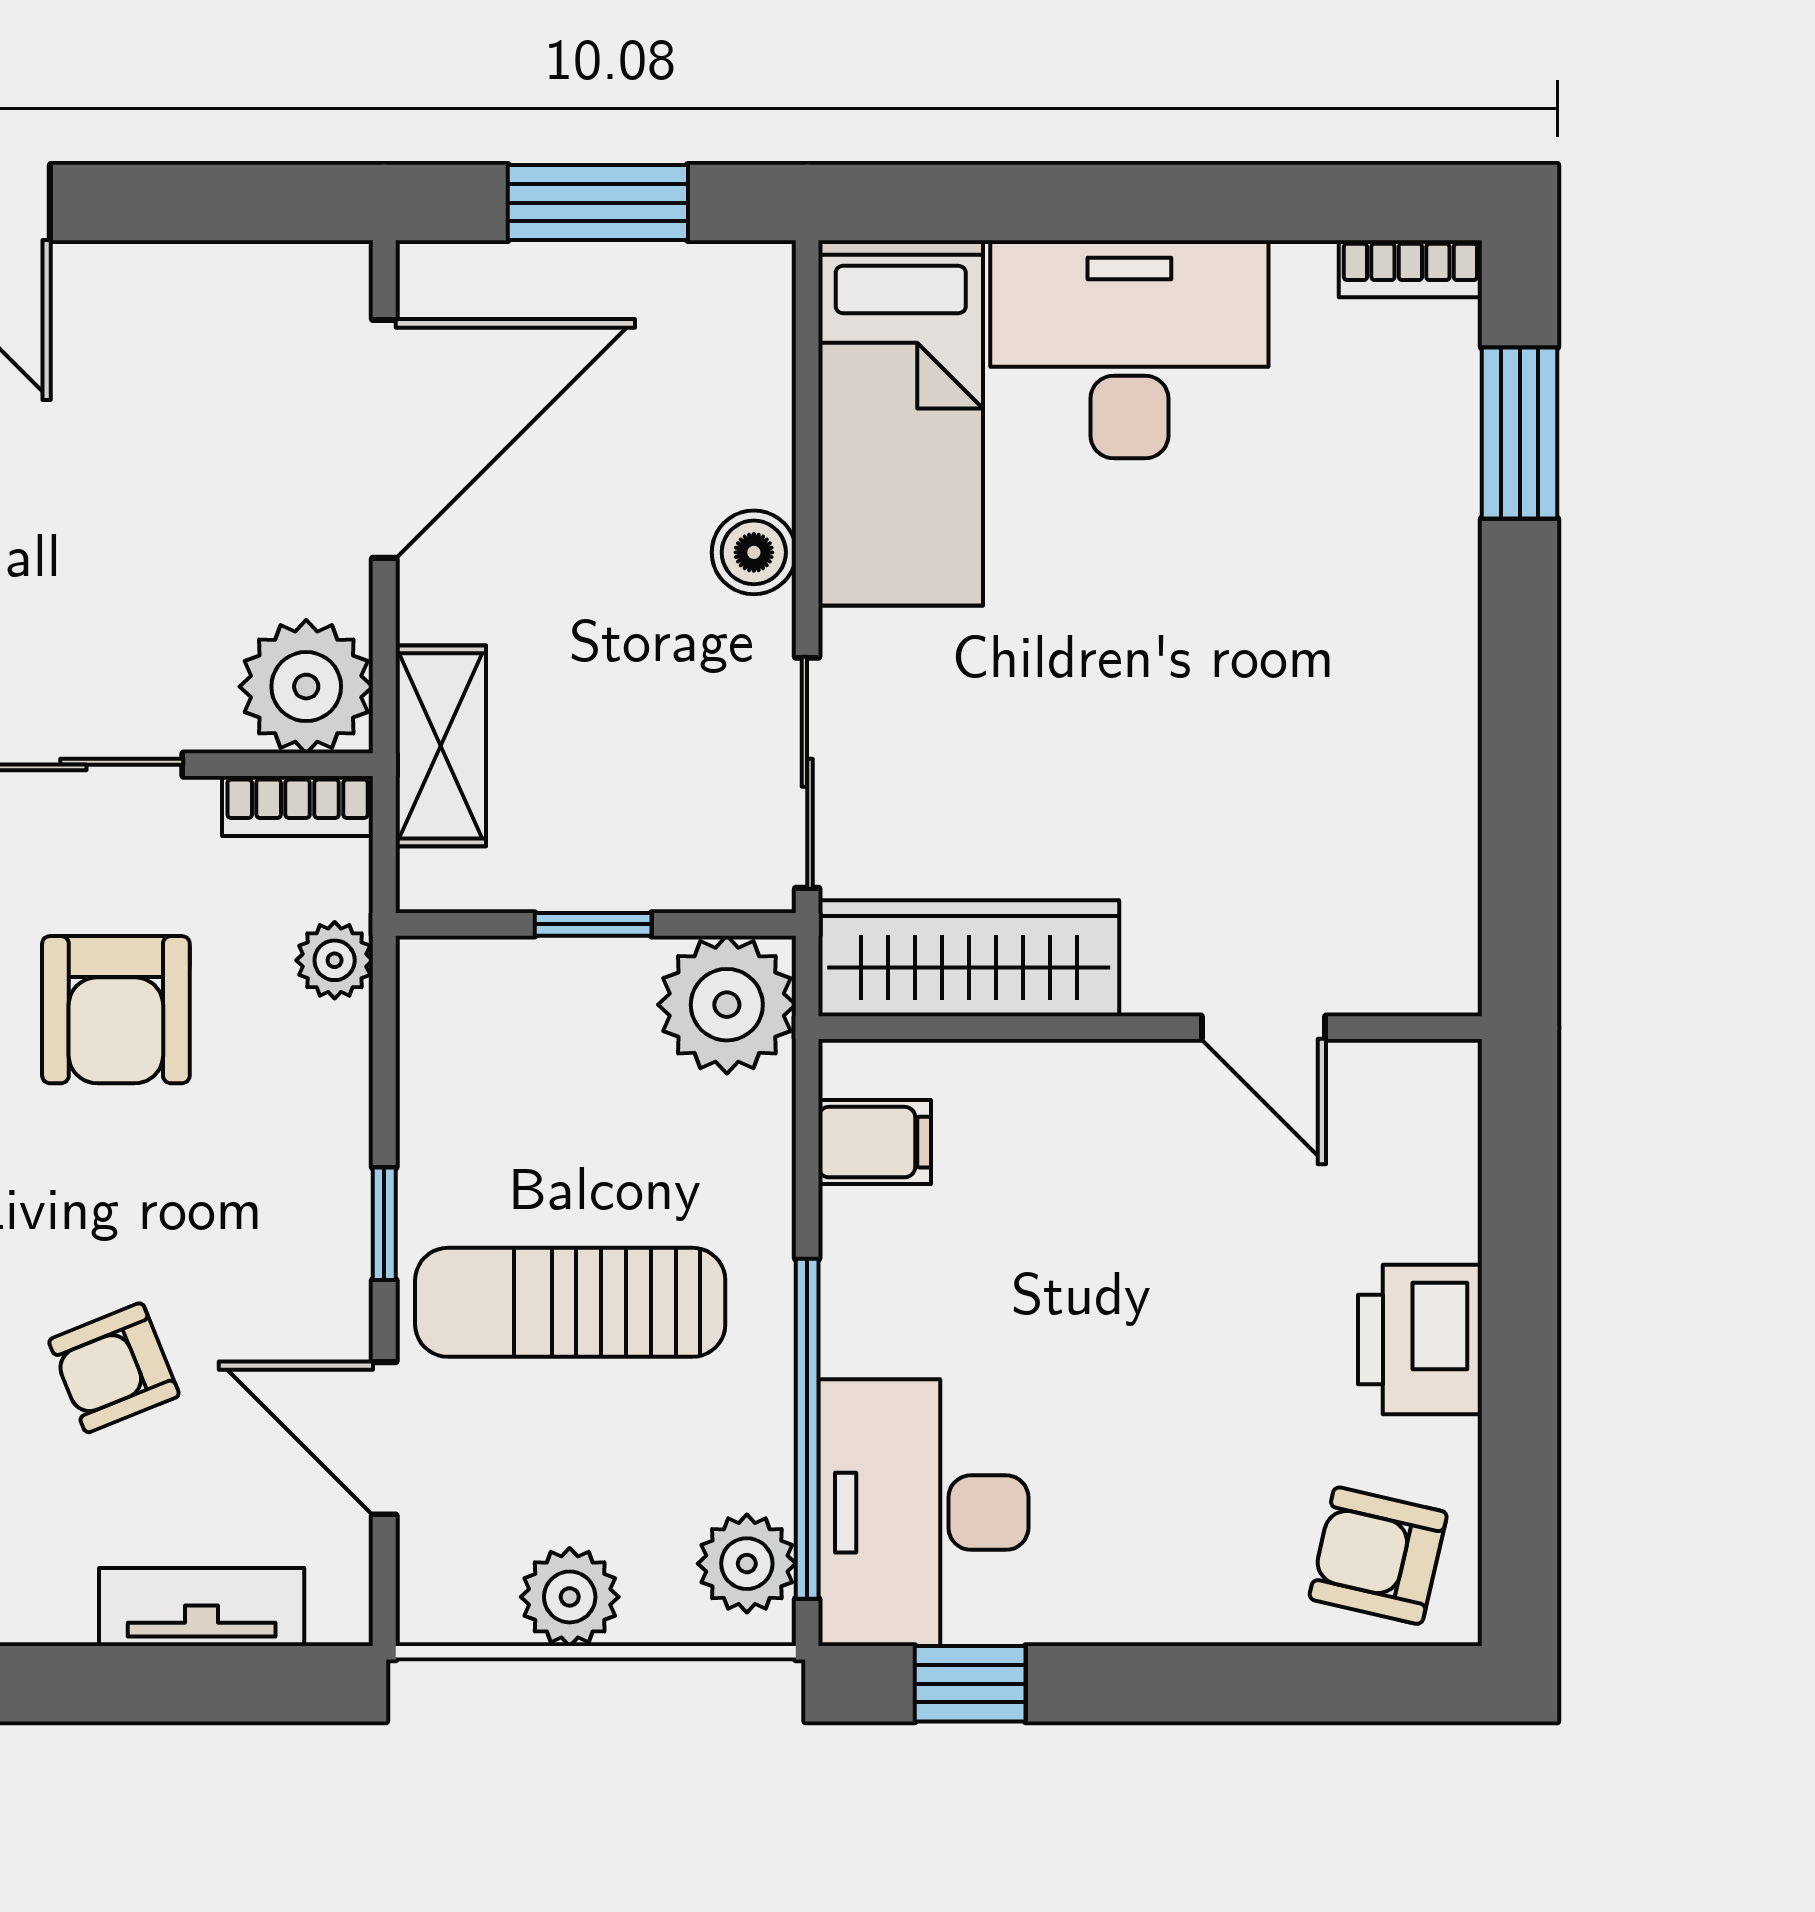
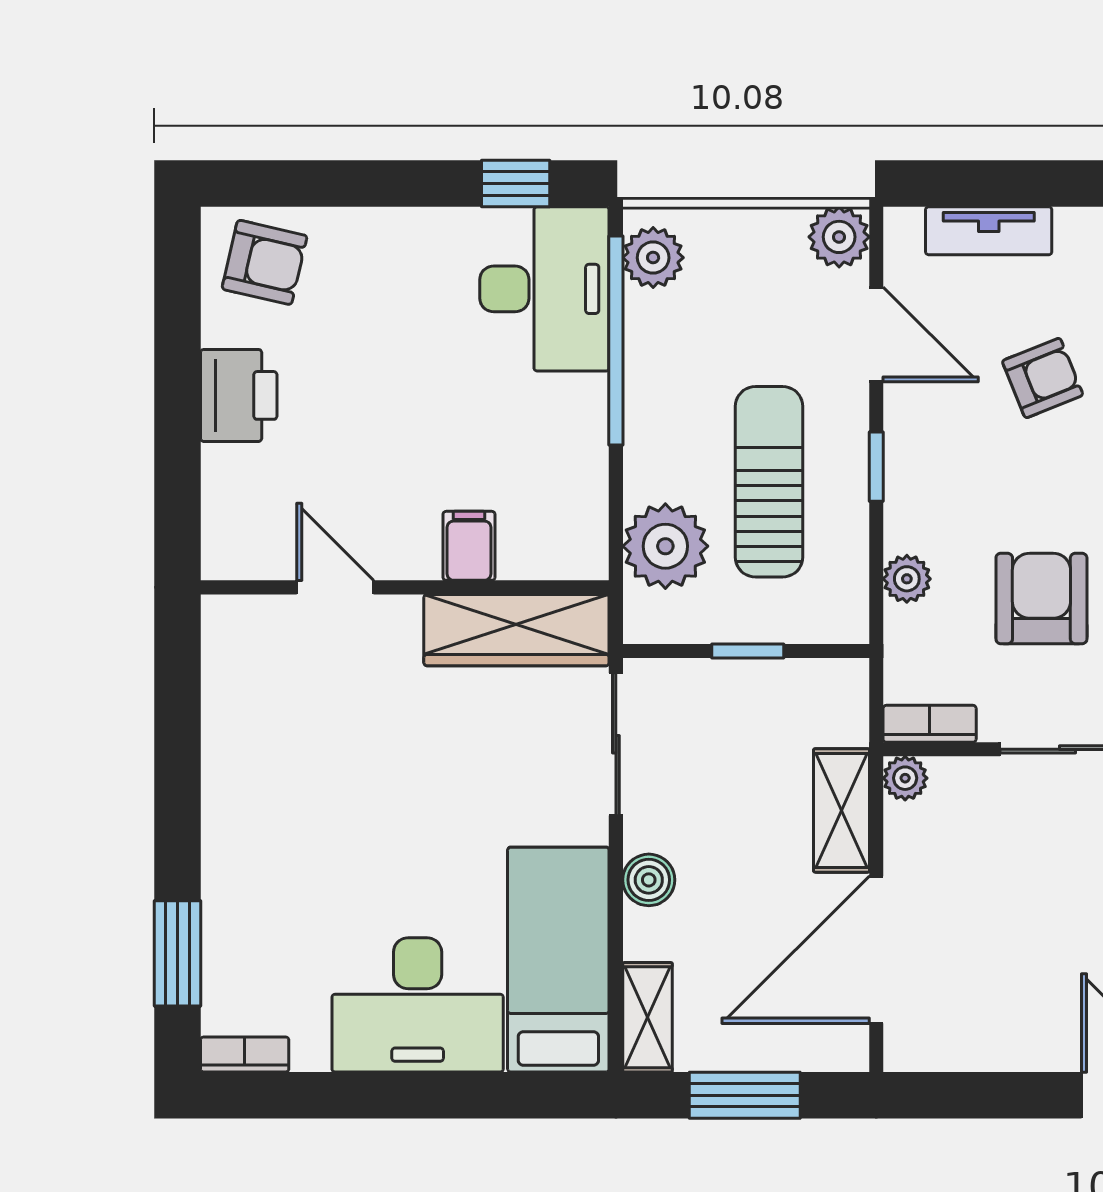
shelving: (756, 329) -> (648, 1017), added
plant: (306, 687) -> (905, 778), width x0.53, depth x0.53
shelving: (441, 746) -> (841, 810), moved
plant: (335, 960) -> (907, 579), moved
plant: (727, 1005) -> (665, 546), moved
filing cabinet: (875, 1142) -> (469, 546), moved, turned 90
sun lounger: (570, 1302) -> (769, 482), moved, turned -90
plant: (570, 1597) -> (839, 237), moved

